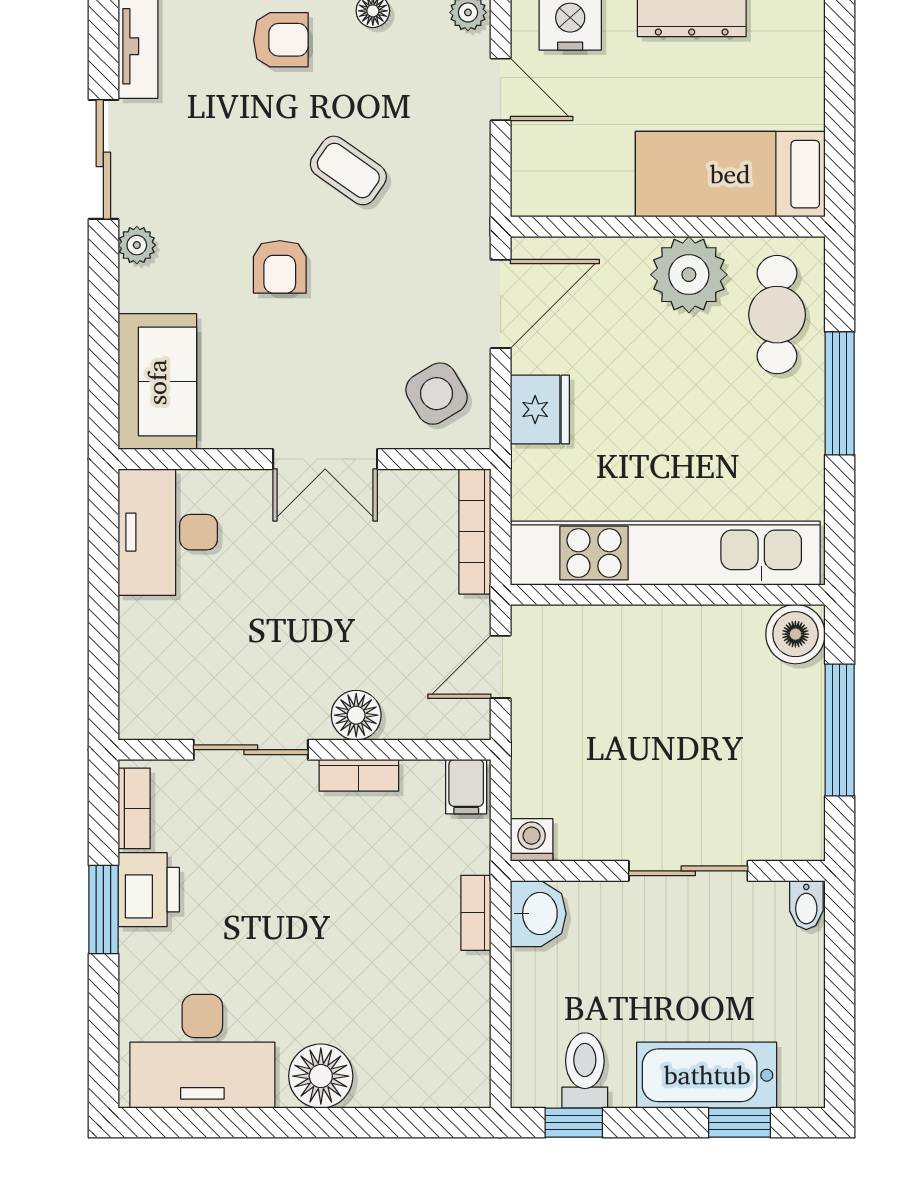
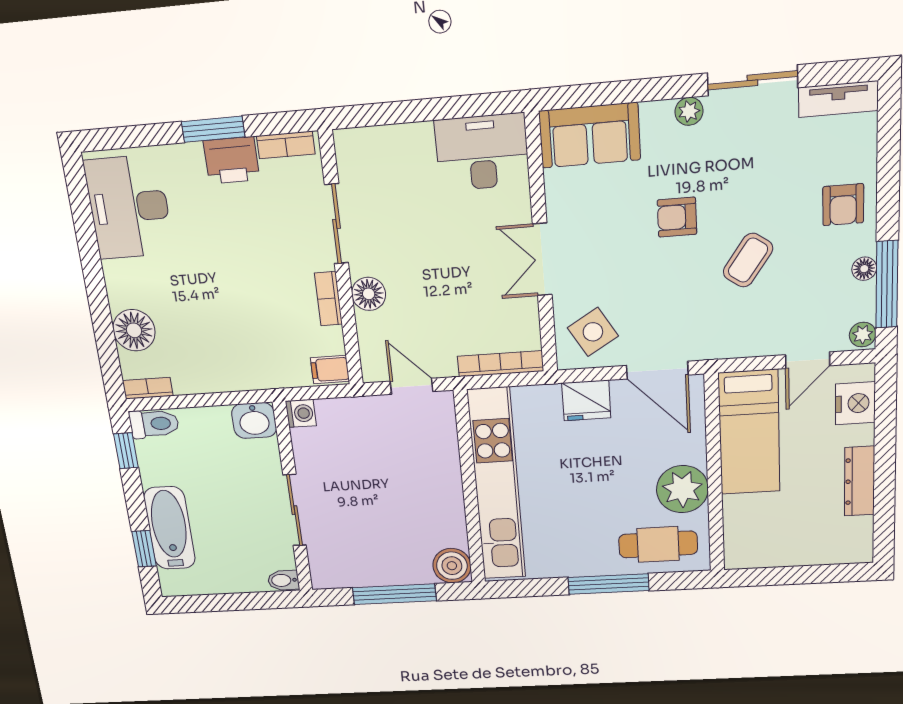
bed: (730, 174) -> (749, 432), moved, turned 180
bookcase: (476, 913) -> (148, 388), moved
toilet: (585, 1070) -> (154, 424), moved
floor lamp: (321, 1076) -> (134, 330), moved

